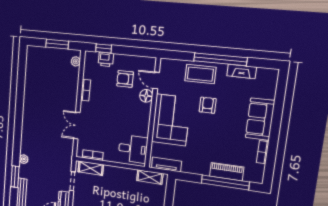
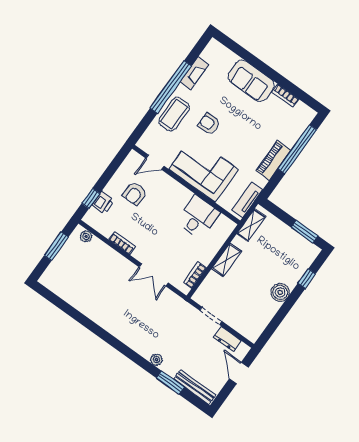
floor lamp: (146, 96) -> (165, 181), removed
desk: (133, 149) -> (198, 217), moved
shelving: (91, 168) -> (226, 260), moved
piano: (227, 172) -> (273, 161), moved

